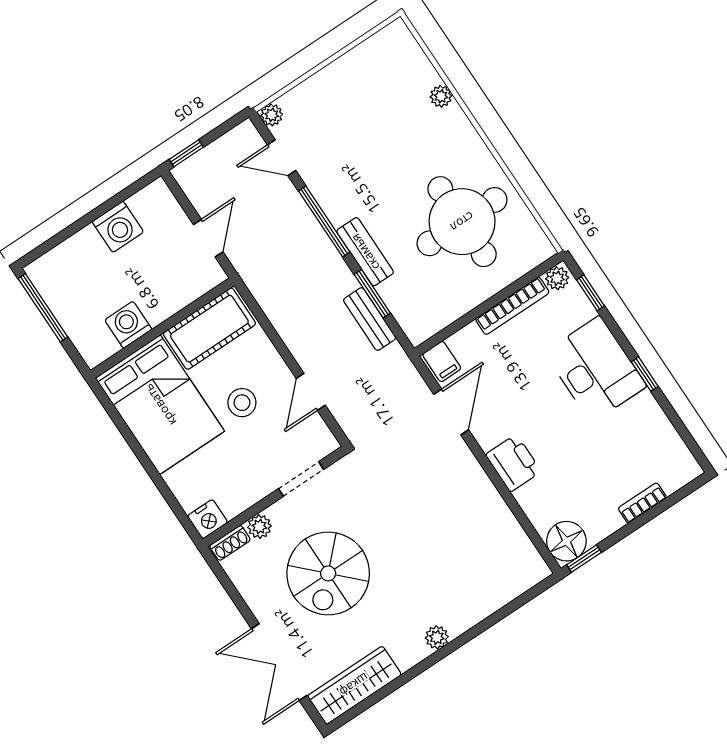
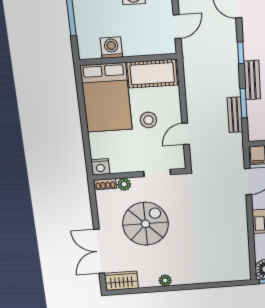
window: (324, 222) -> (241, 53), width x0.46
spiral stairs: (328, 573) -> (146, 224), turned 180
plant: (437, 637) -> (165, 280), moved
wardrobe: (354, 685) -> (121, 281), width x0.67

